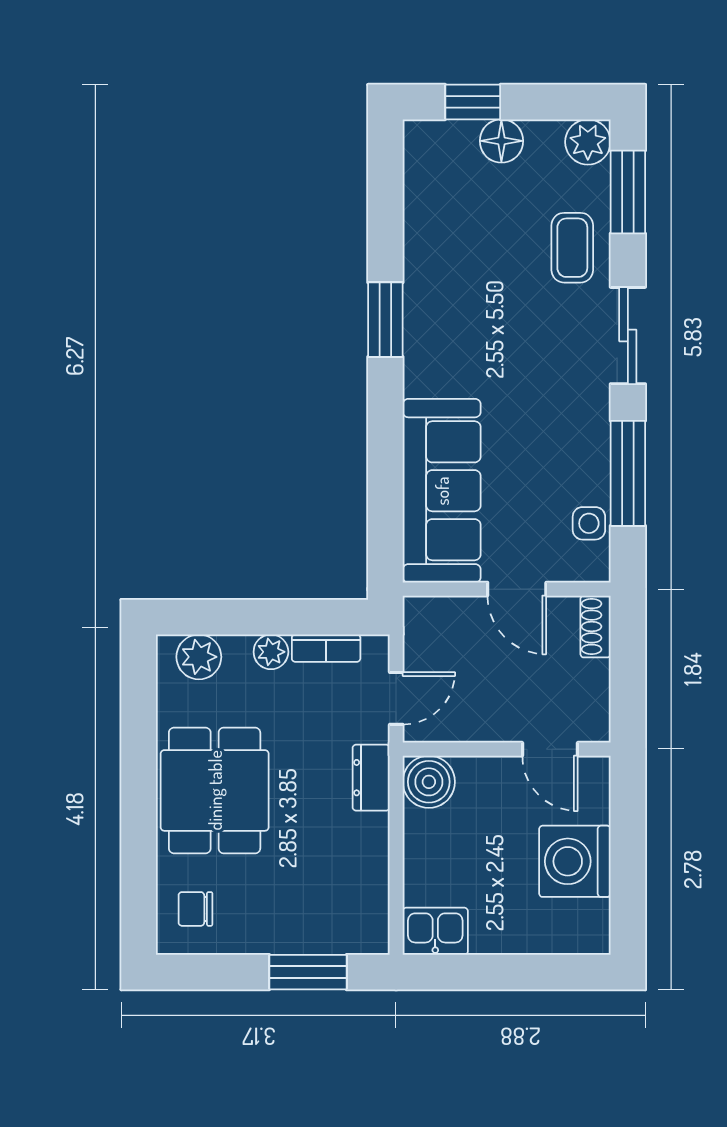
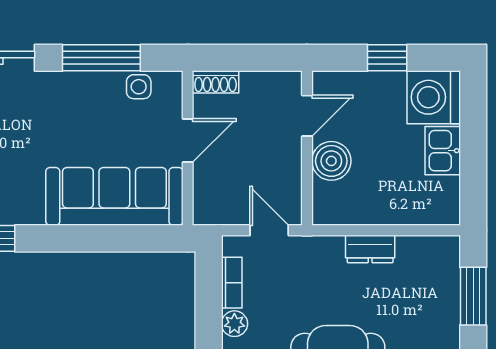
dresser: (371, 778) -> (370, 249), moved
boiler: (429, 782) -> (331, 161), moved
window: (628, 857) -> (387, 58), added
washing machine: (575, 861) -> (434, 97), moved, turned 90
kitchen sink: (435, 931) -> (443, 151), moved

